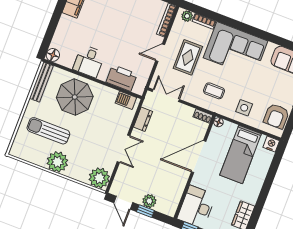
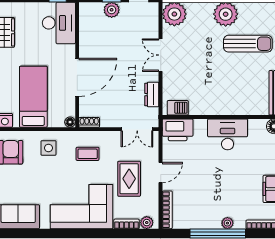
desk: (89, 61) -> (228, 134), width x1.37
printer: (122, 78) -> (178, 130), moved
parasol: (75, 97) -> (234, 90), removed

